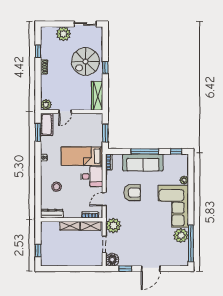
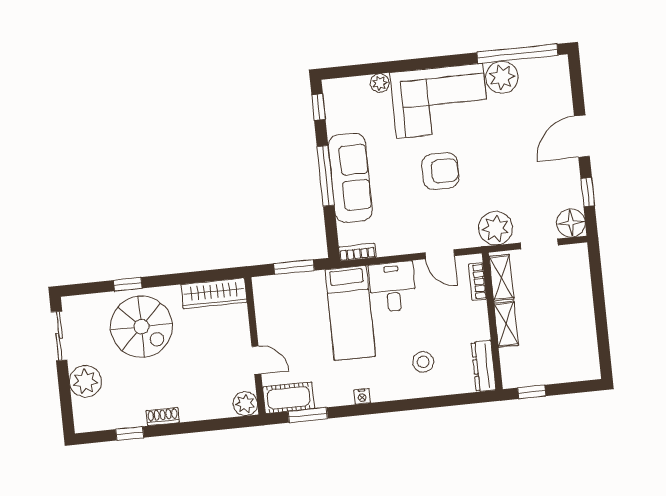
window: (105, 67) -> (128, 284), moved
armchair: (132, 193) -> (440, 171), moved, turned 90
window: (38, 251) -> (532, 392), moved
door: (151, 269) -> (582, 136), swing flipped

